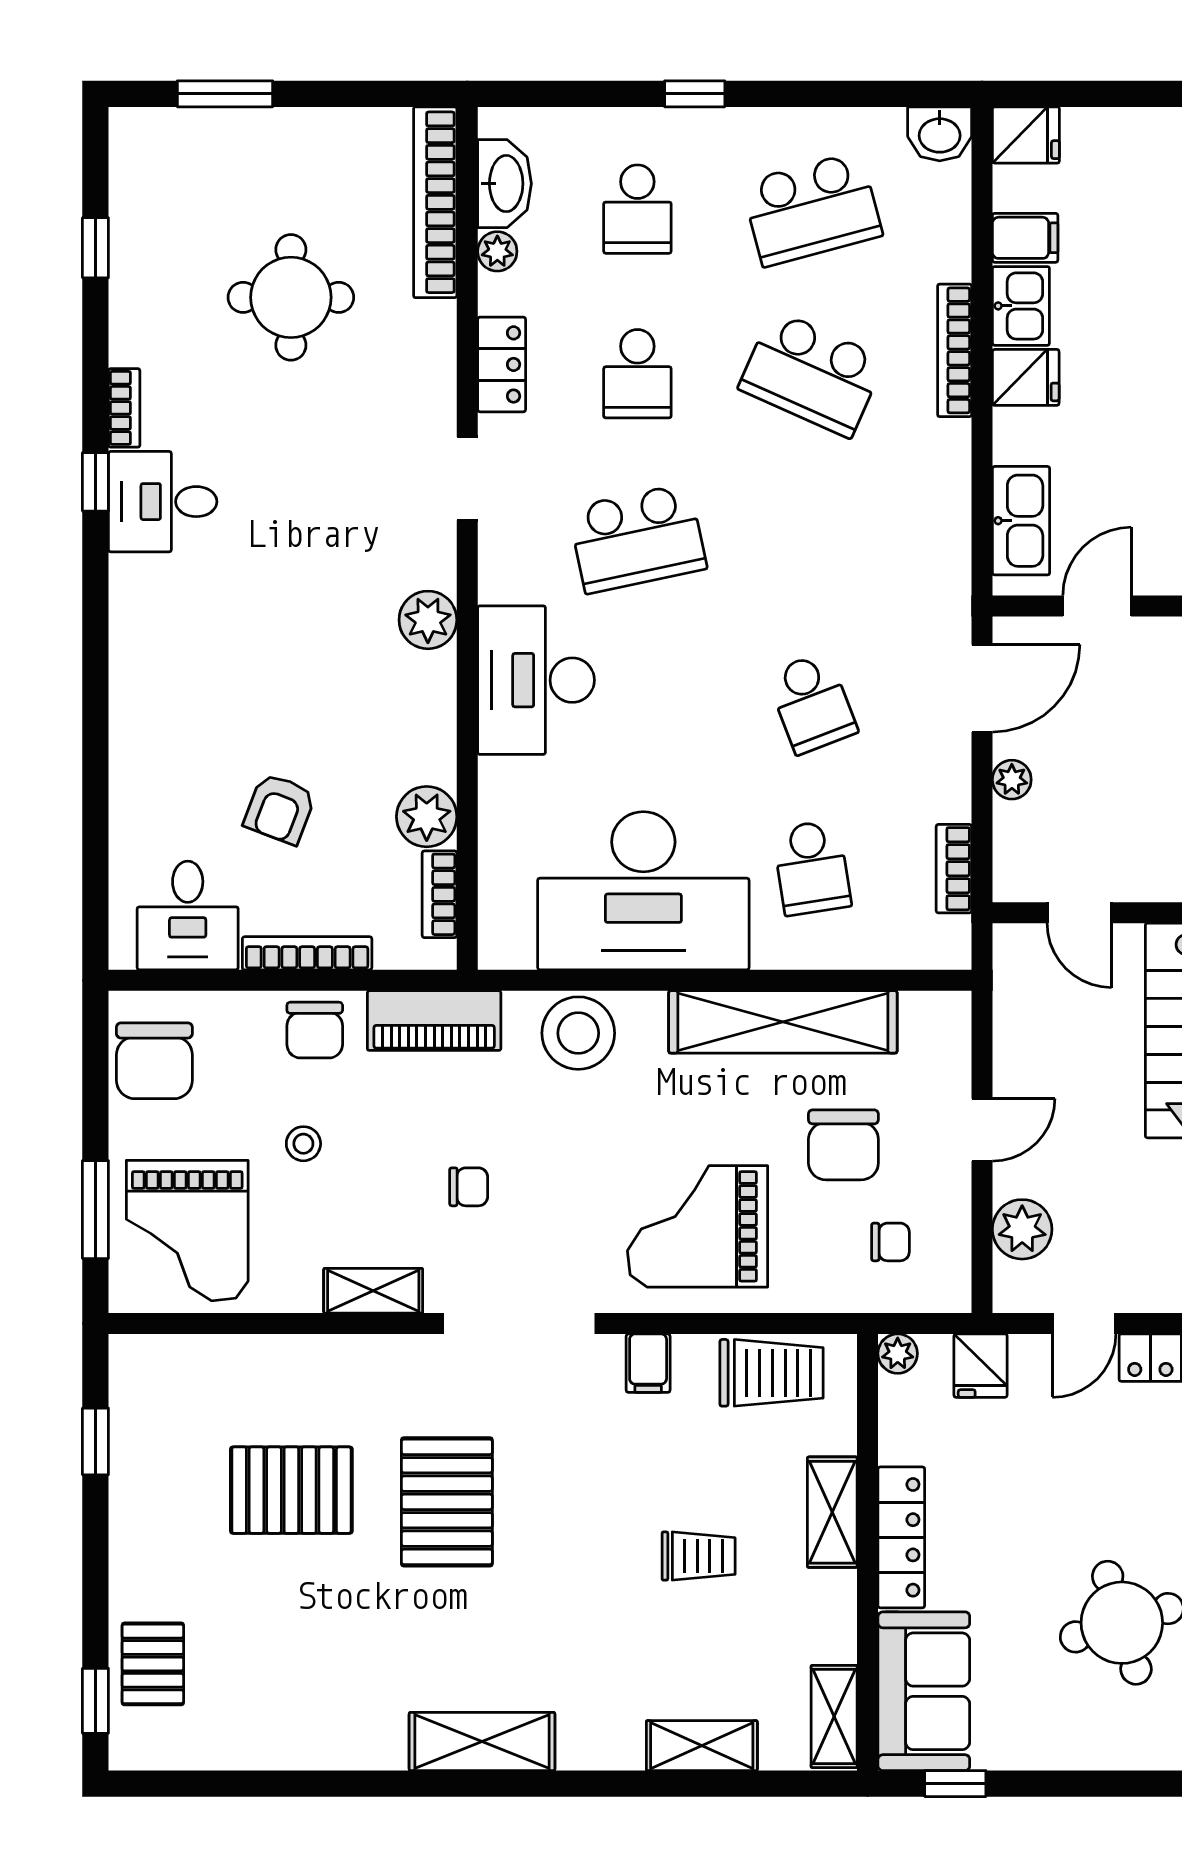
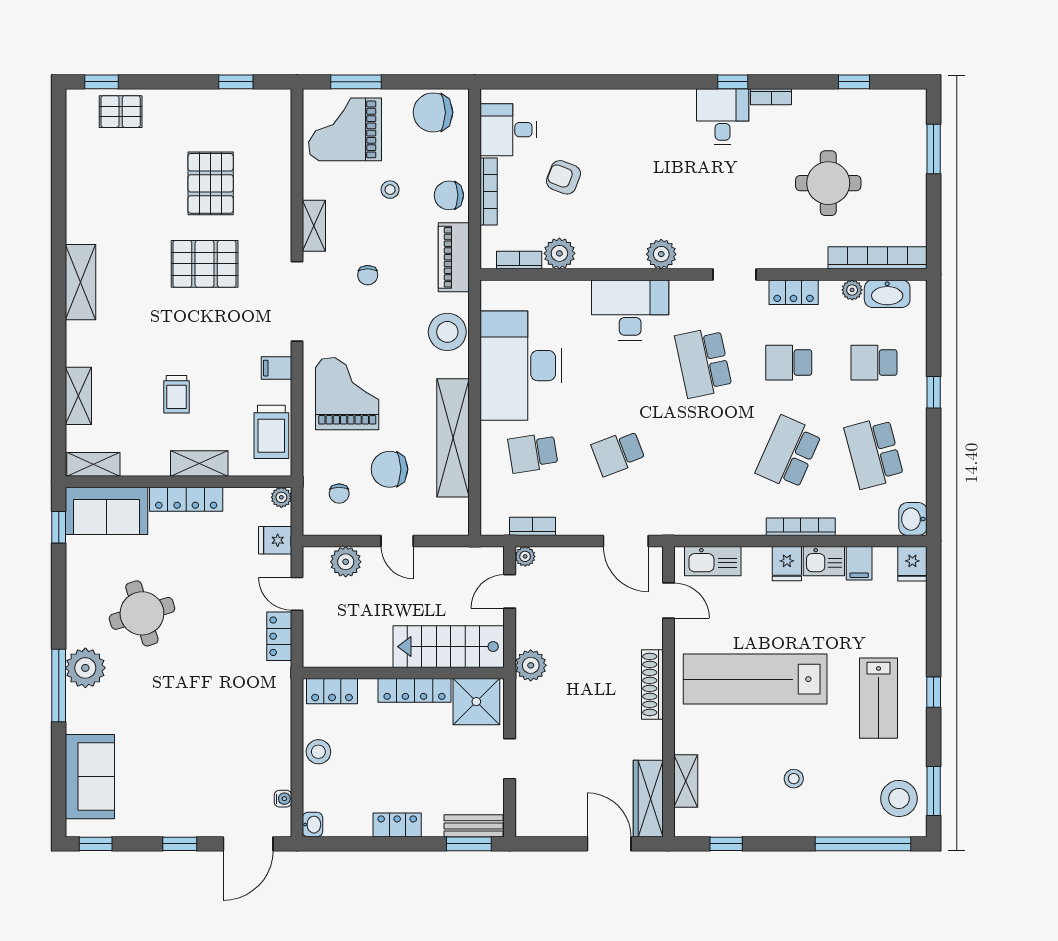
plant: (1012, 780) -> (525, 556), moved

